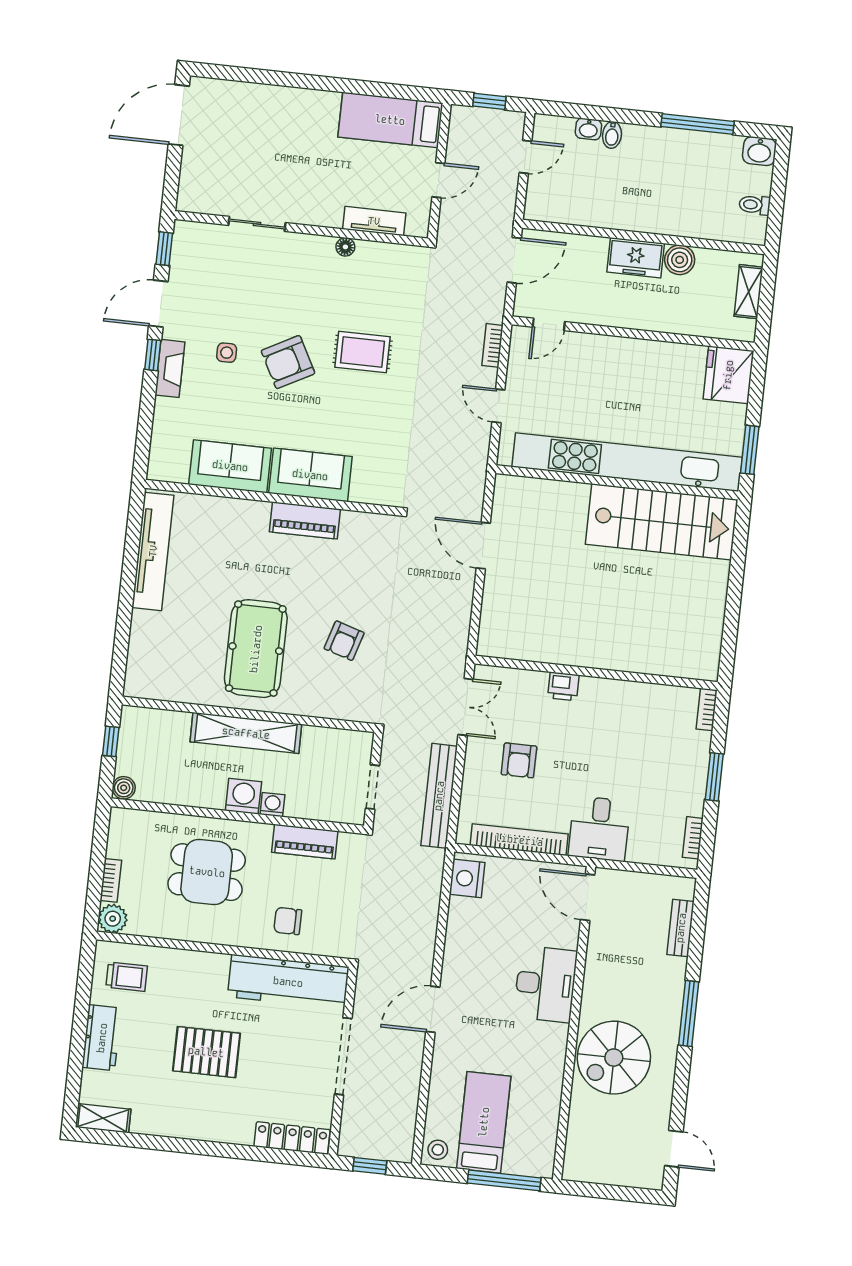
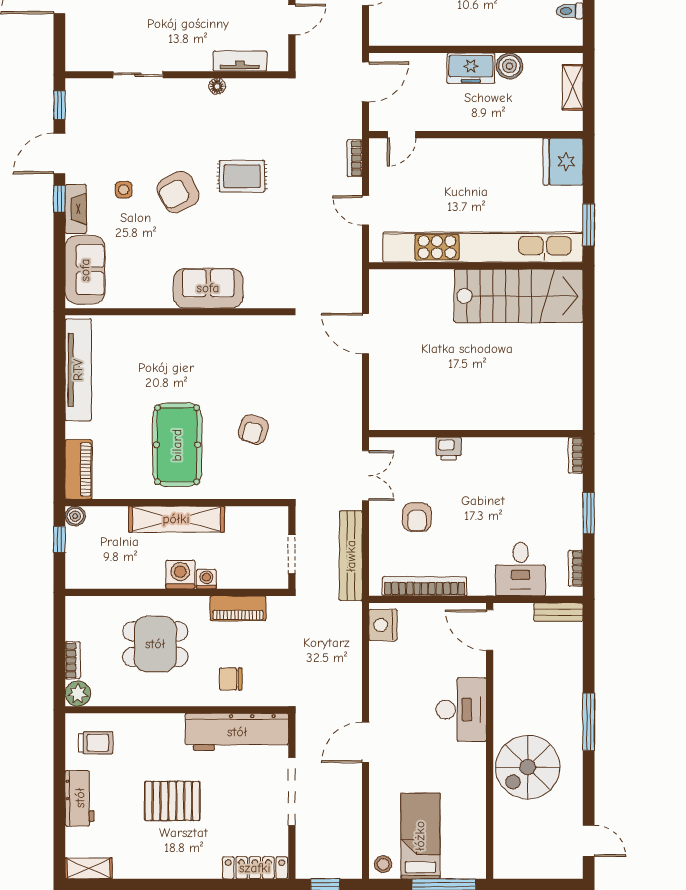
sofa: (230, 466) -> (85, 270), moved, turned 90
piano: (305, 520) -> (79, 469), moved, turned -90
boiler: (124, 788) -> (75, 516), moved
desk: (599, 829) -> (521, 569), moved
bench: (681, 928) -> (558, 612), moved, turned 90

